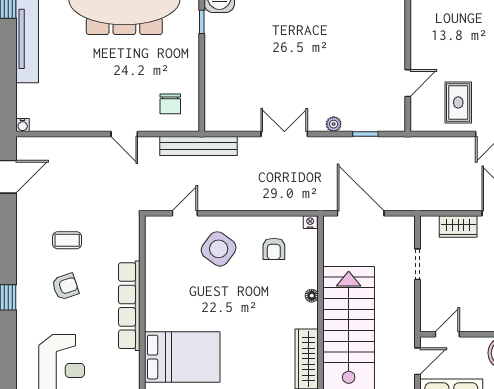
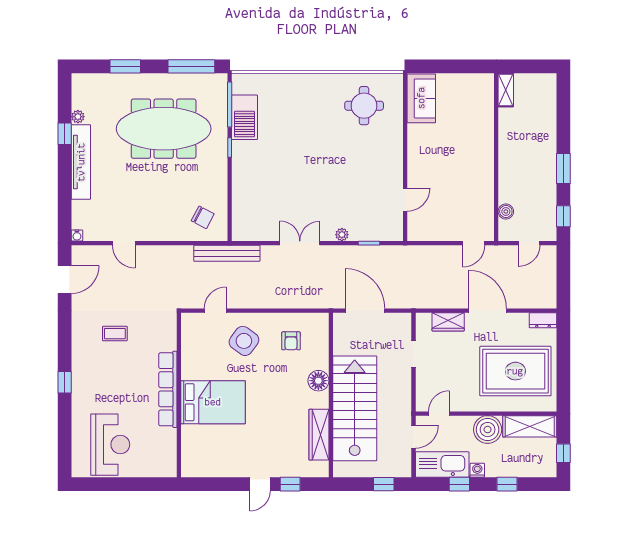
rug: (458, 102) -> (448, 216), removed
chair: (170, 104) -> (203, 217), turned -62
door: (124, 134) -> (124, 243), moved
nightstand: (310, 222) -> (322, 318), removed
armchair: (65, 287) -> (113, 373), removed
floor lamp: (312, 296) -> (318, 381), width x1.89, depth x1.89
bed: (182, 357) -> (213, 402), moved

